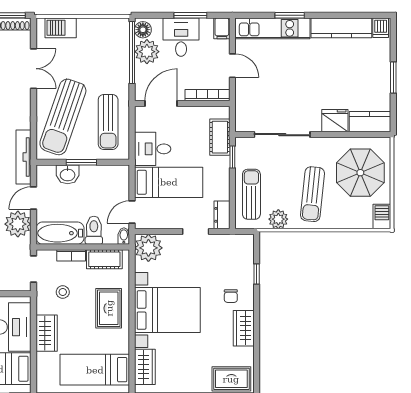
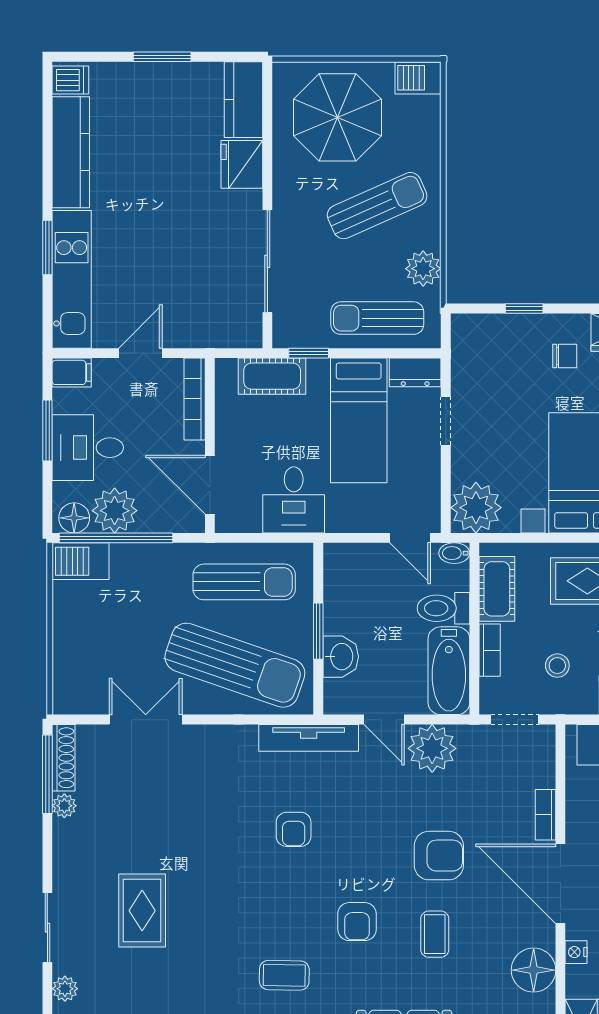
barbecue: (61, 28) -> (81, 561), moved, turned 90
bed: (169, 182) -> (359, 420), moved, turned 180
sun lounger: (312, 194) -> (377, 206), turned -30

